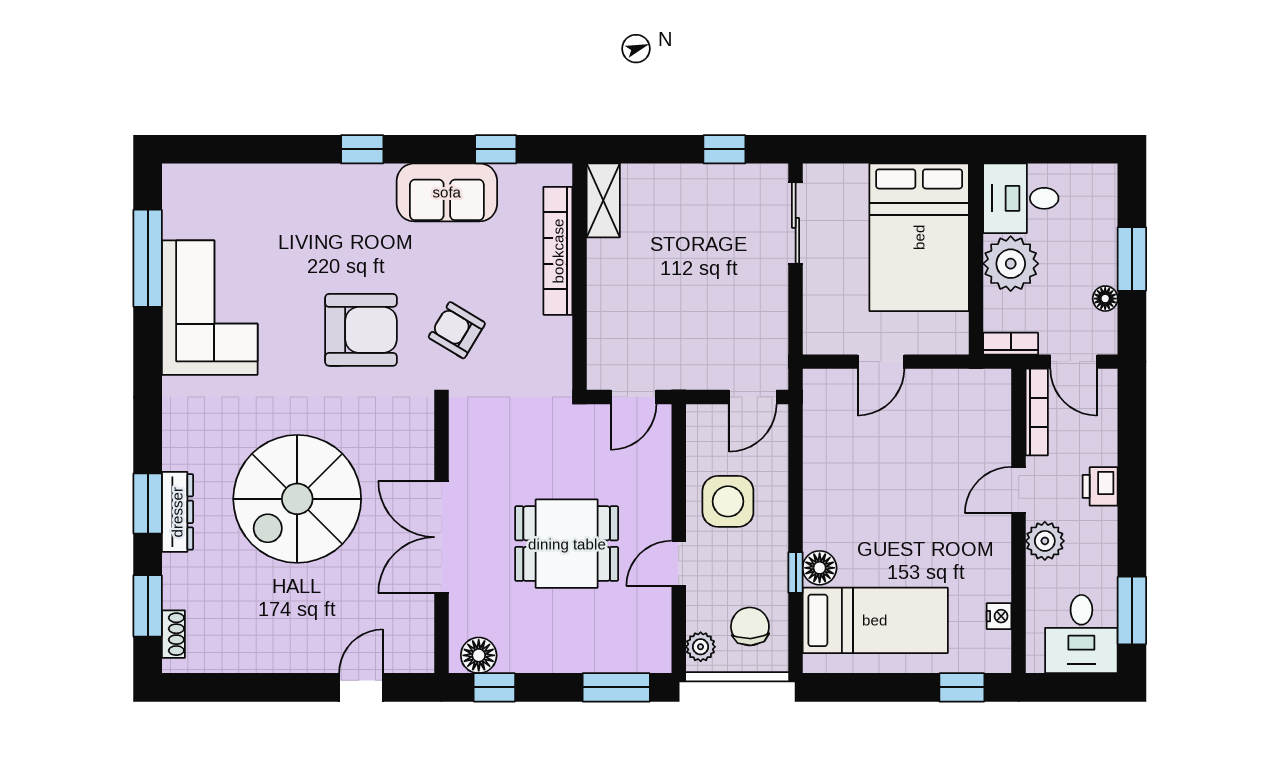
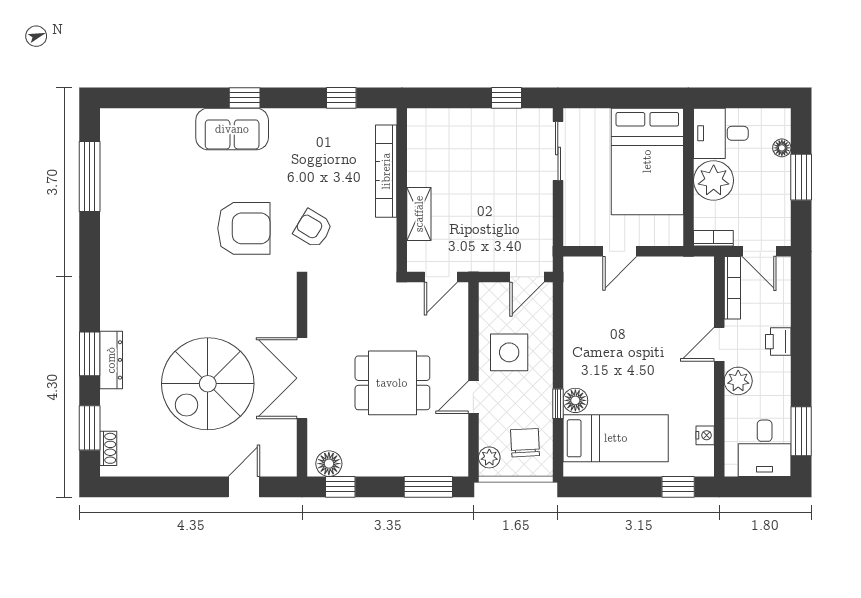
sofa: (447, 192) -> (232, 129), moved
shelving: (603, 200) -> (419, 214), moved
floor lamp: (1105, 299) -> (782, 148), moved
corner sofa: (210, 308) -> (134, 212), removed
spiral stairs: (297, 499) -> (208, 384), moved

